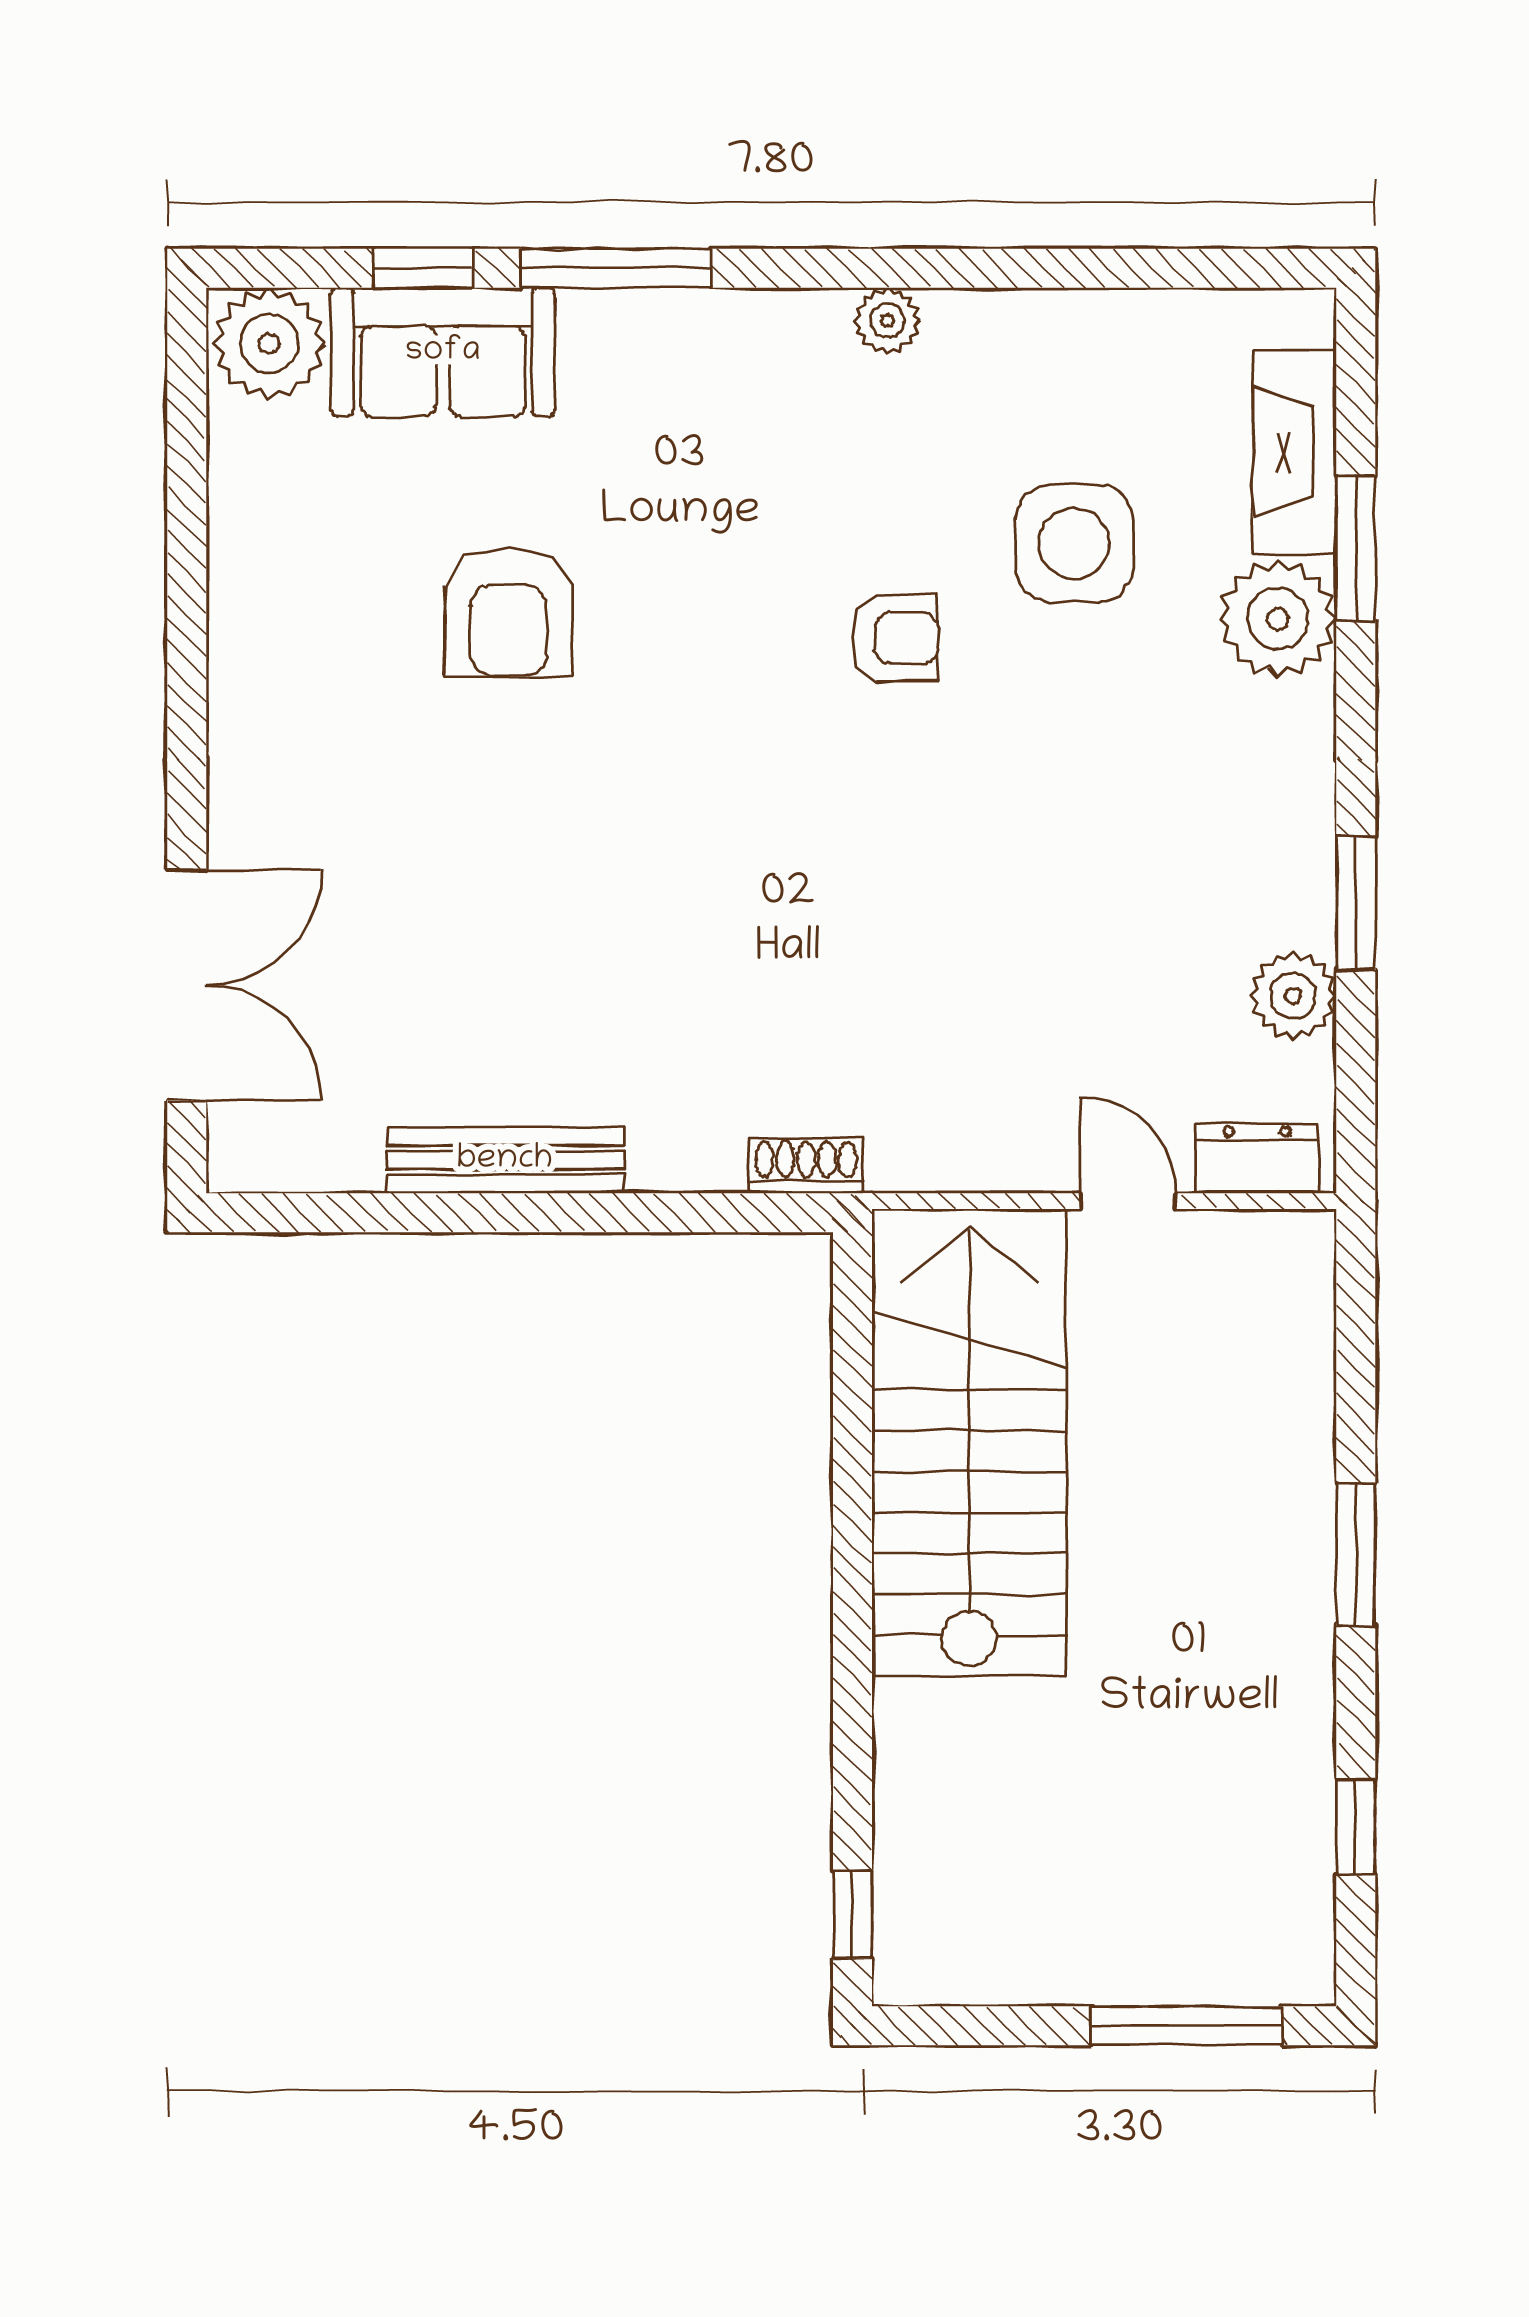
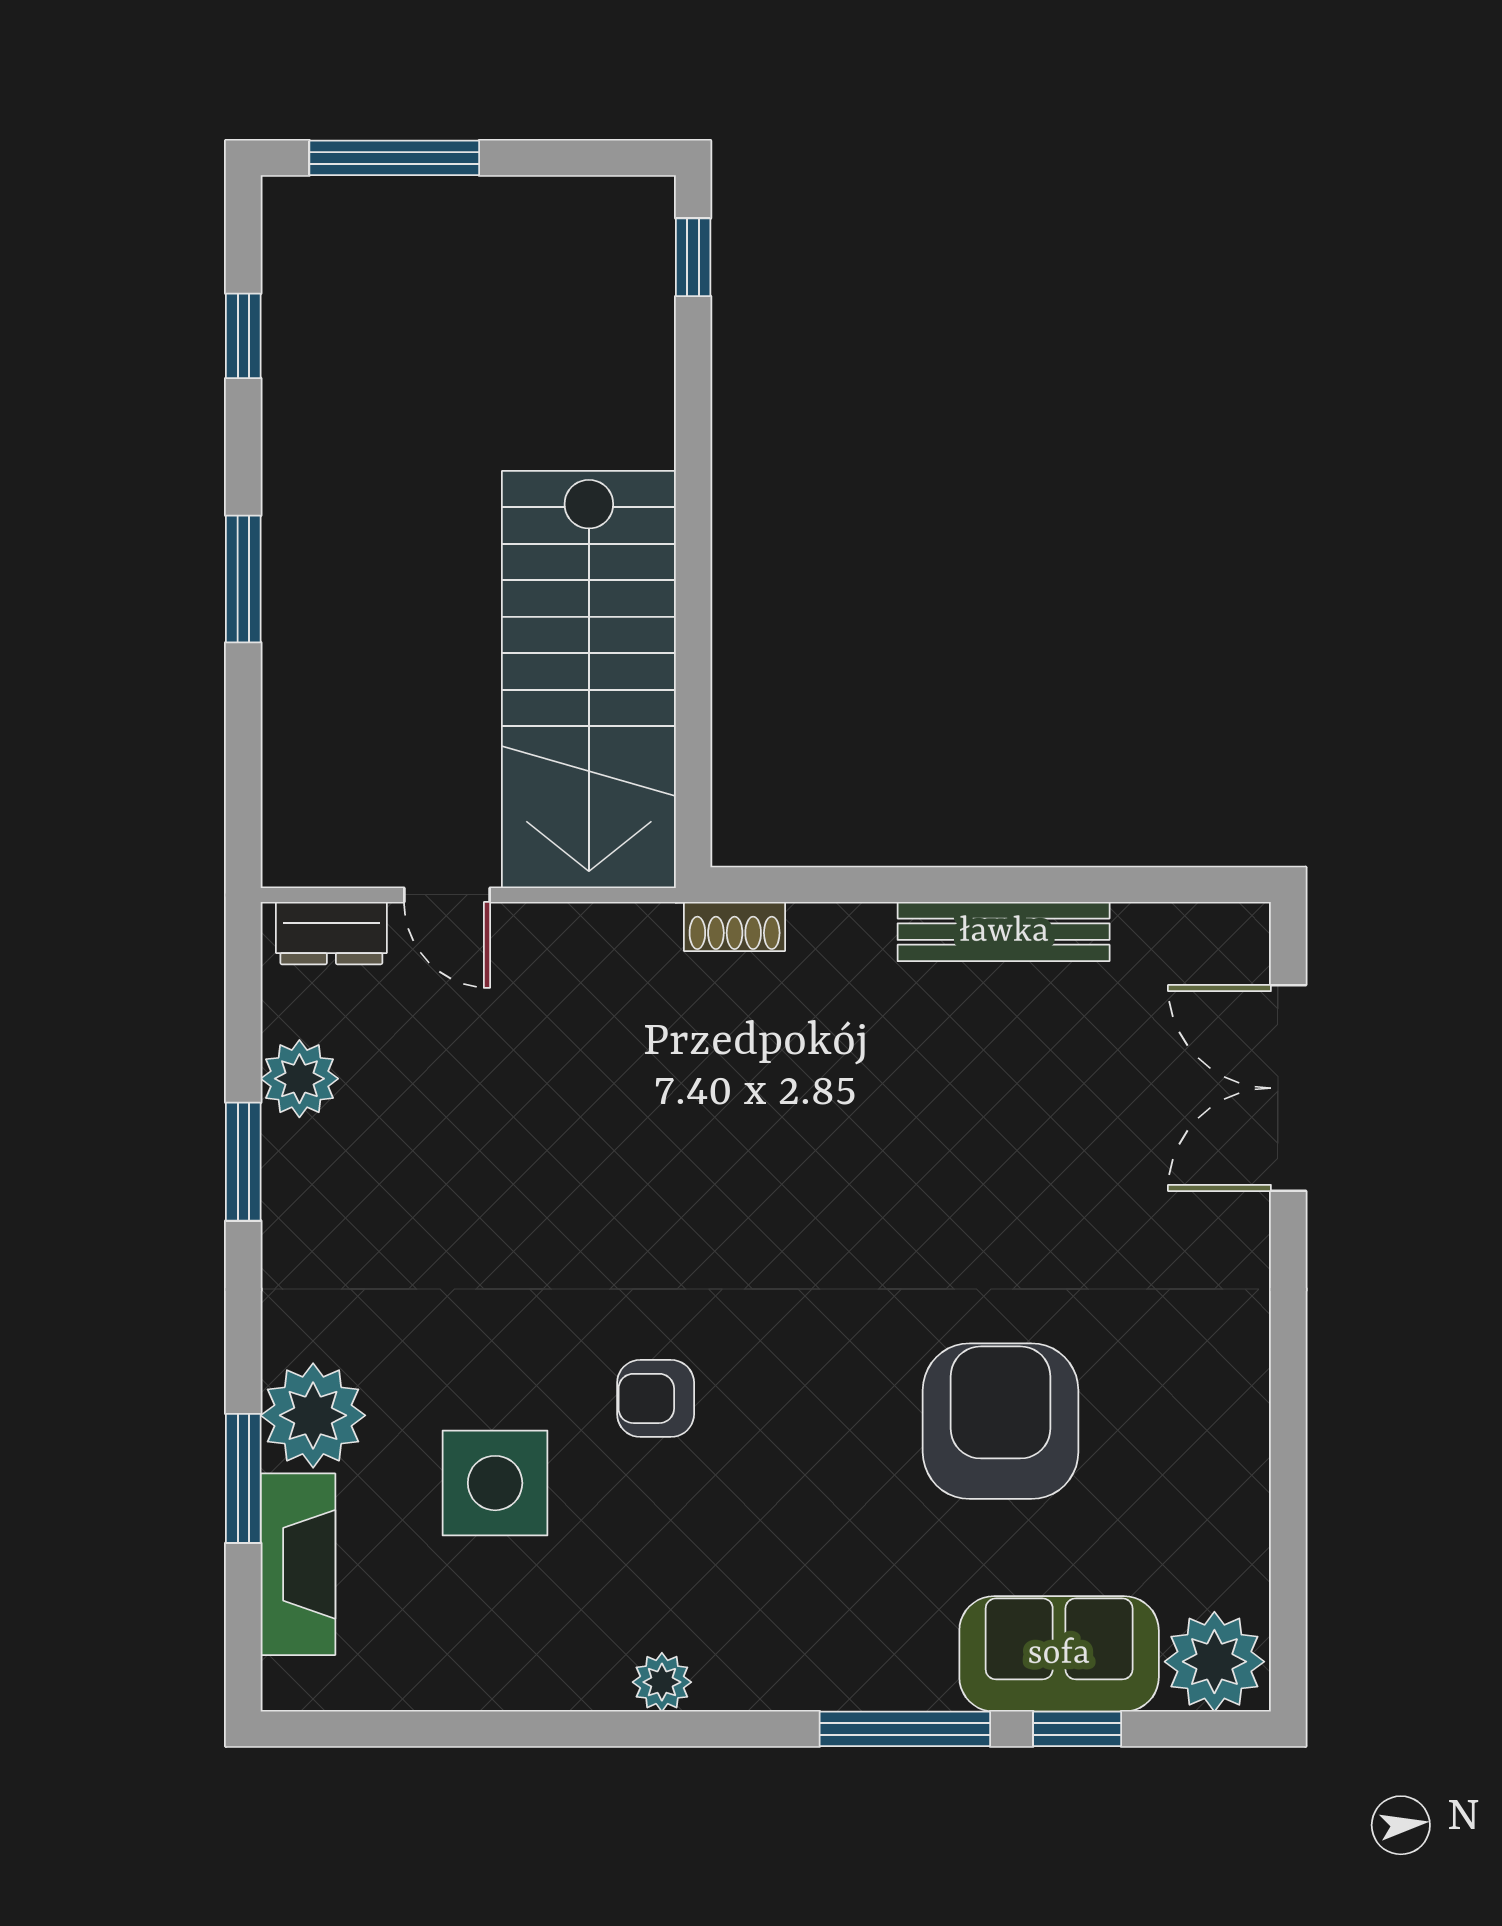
armchair: (509, 612) -> (1001, 1421), width x1.36, depth x1.36

